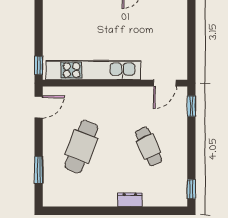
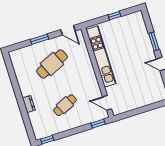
window: (39, 65) -> (114, 16), moved
cafe table: (81, 146) -> (52, 64), turned -45
window: (39, 170) -> (39, 39), moved

